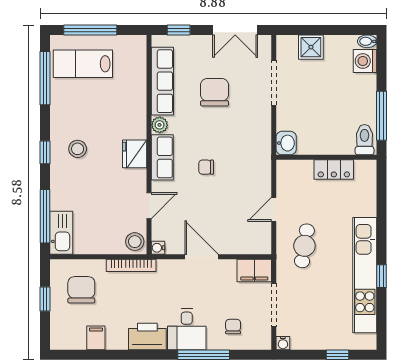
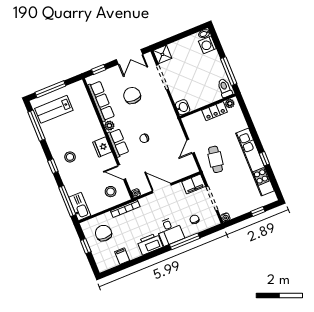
shower: (311, 47) -> (162, 54), moved
plant: (363, 167) -> (230, 103), added
door: (149, 206) -> (122, 172), swing flipped
stool: (135, 242) -> (111, 192), moved

